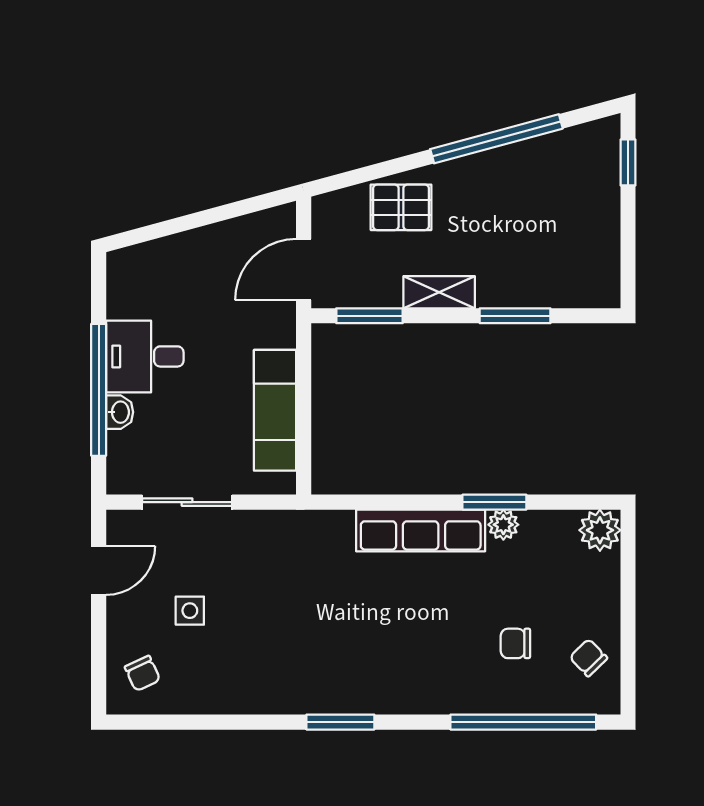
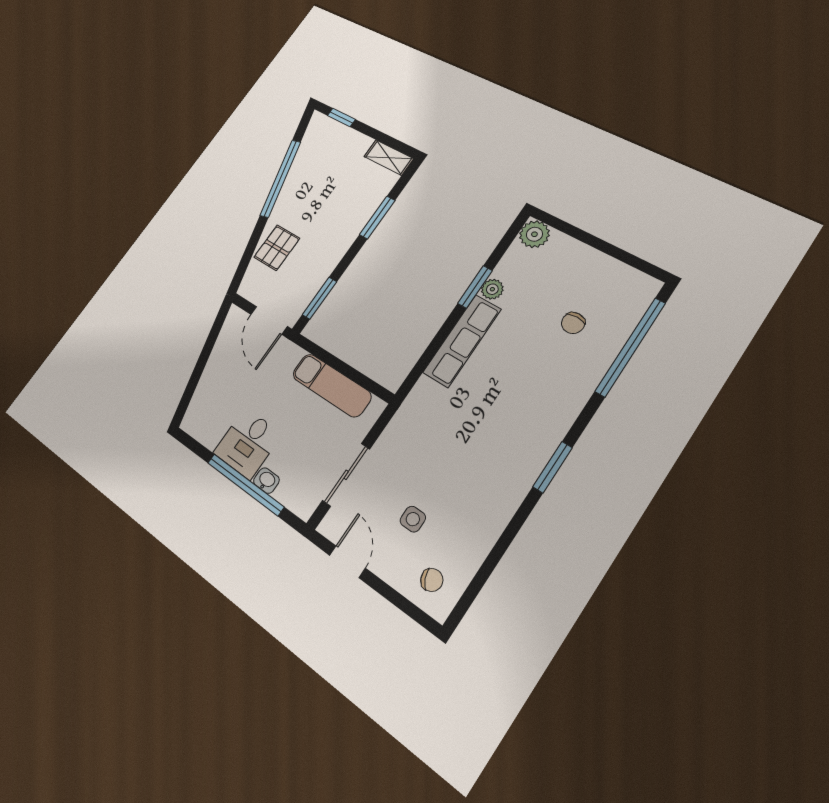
shelving: (439, 292) -> (389, 158), moved, turned 90
chair: (588, 658) -> (613, 283), removed

